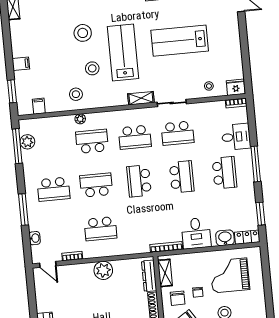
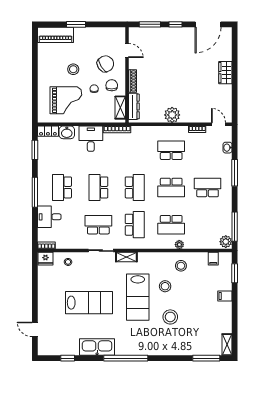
school desk: (135, 137) -> (135, 225), turned 90
plant: (27, 142) -> (226, 242), moved

